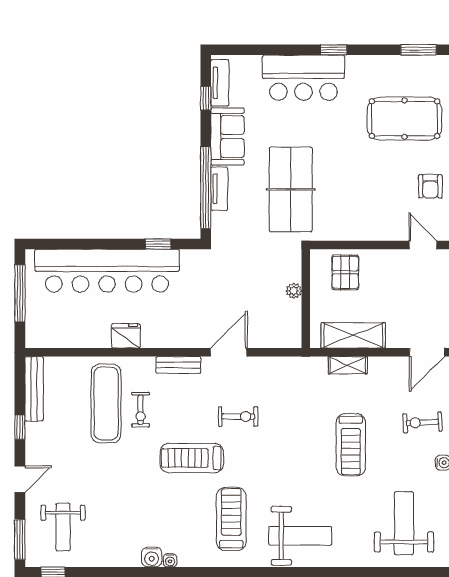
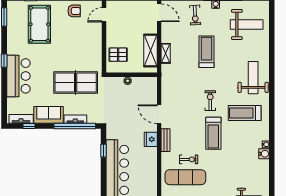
fridge: (126, 336) -> (151, 139), moved
exercise bike: (238, 417) -> (210, 101), moved
treadmill: (351, 445) -> (207, 52), turned -90
weight bench: (404, 523) -> (247, 24), turned 180

